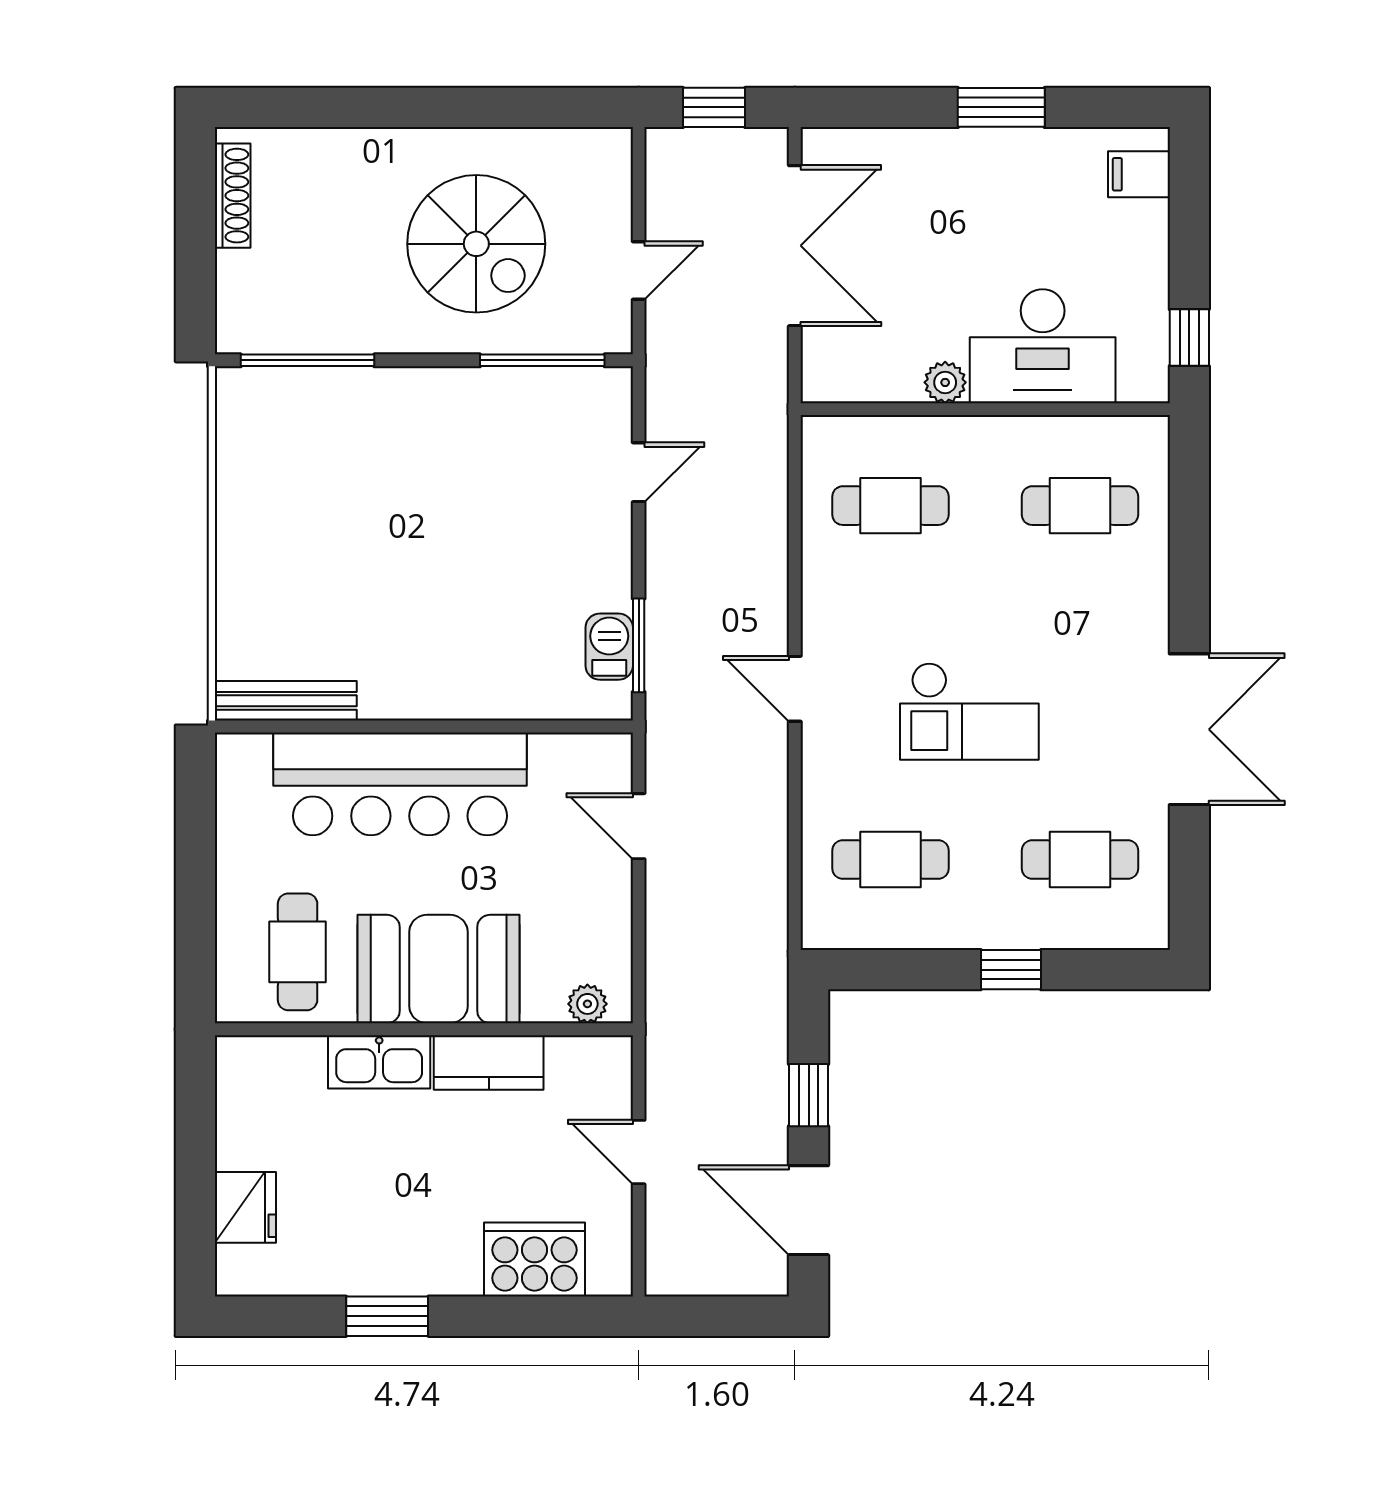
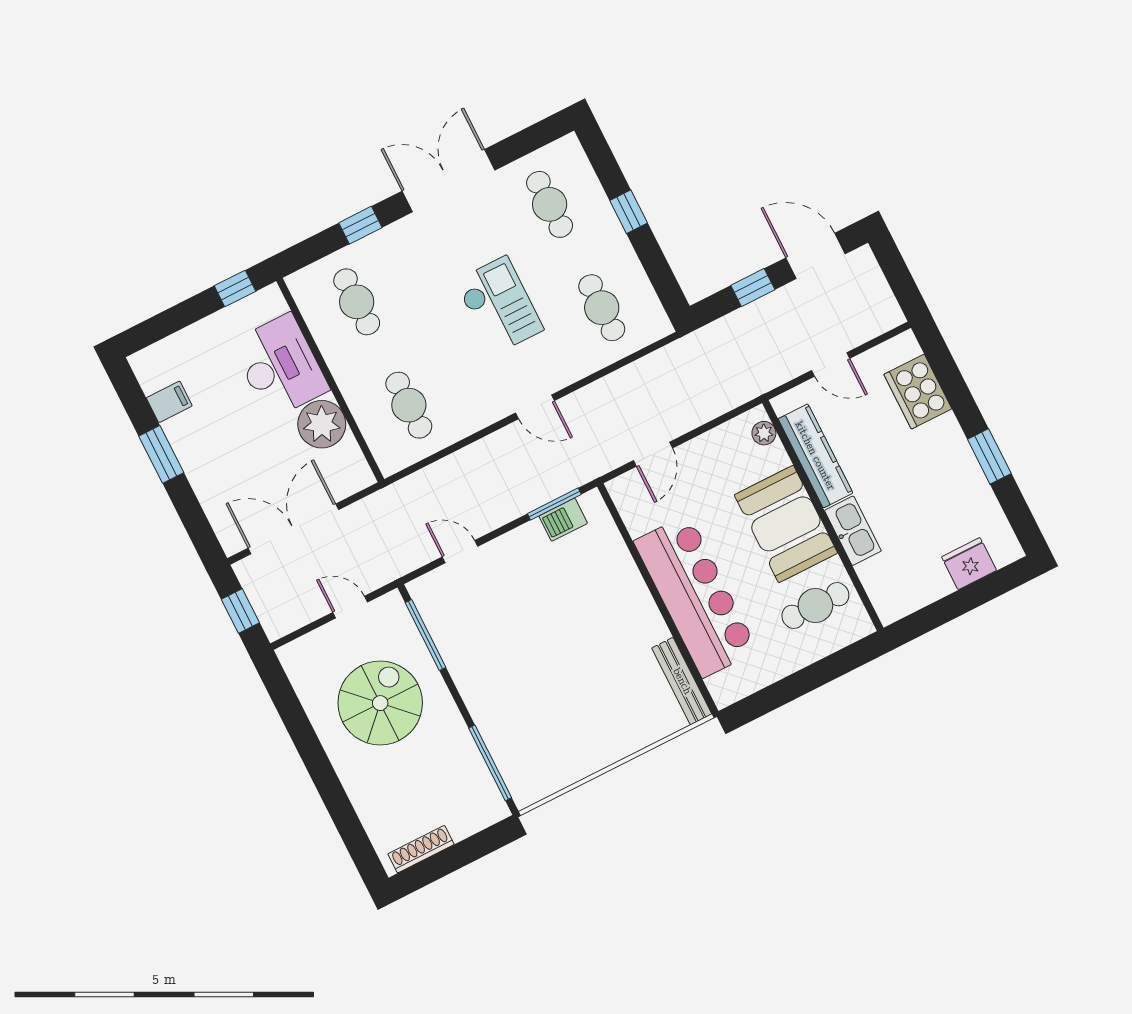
filing cabinet: (1139, 174) -> (169, 402), moved, turned -90
plant: (945, 382) -> (322, 424), width x1.88, depth x1.88
window: (1189, 568) -> (360, 225), added
door: (795, 689) -> (535, 407), hinge flipped
kitchen counter: (489, 1062) -> (815, 456), width x1.50
door: (639, 1152) -> (831, 364), hinge flipped
door: (809, 1210) -> (816, 256), swing flipped

